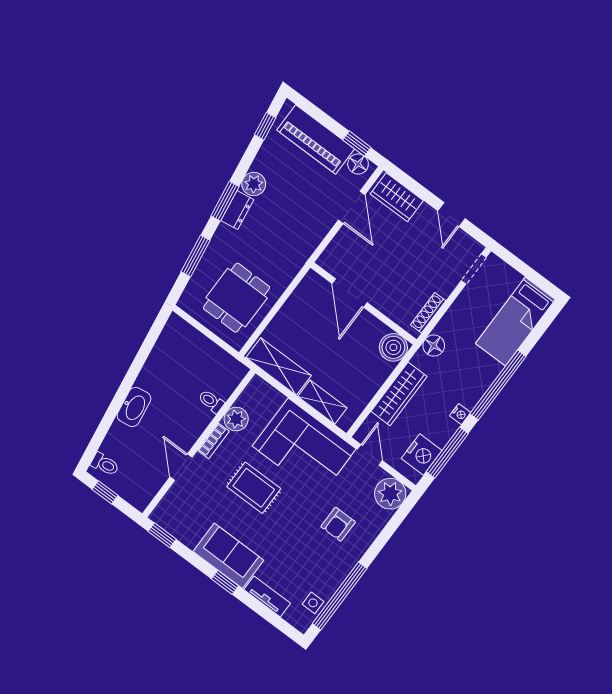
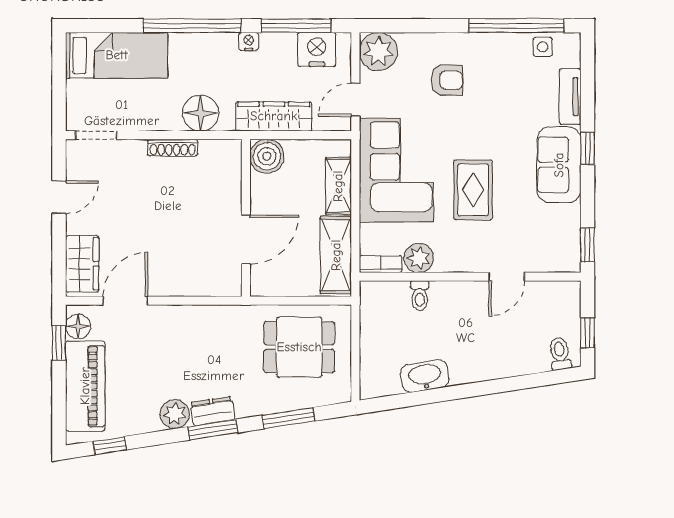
door: (350, 293) -> (246, 240), moved
wall: (364, 304) -> (246, 218), moved
floor lamp: (434, 346) -> (201, 113), width x1.38, depth x1.38
boiler: (393, 347) -> (267, 156), moved
washbasin: (134, 407) -> (425, 376), moved
bookcase: (214, 441) -> (381, 264), moved

